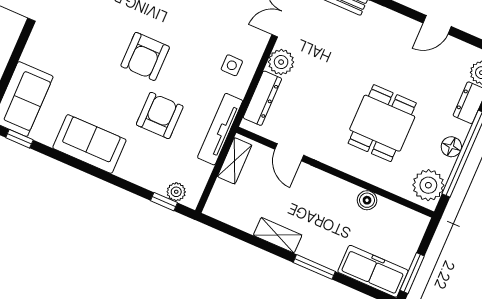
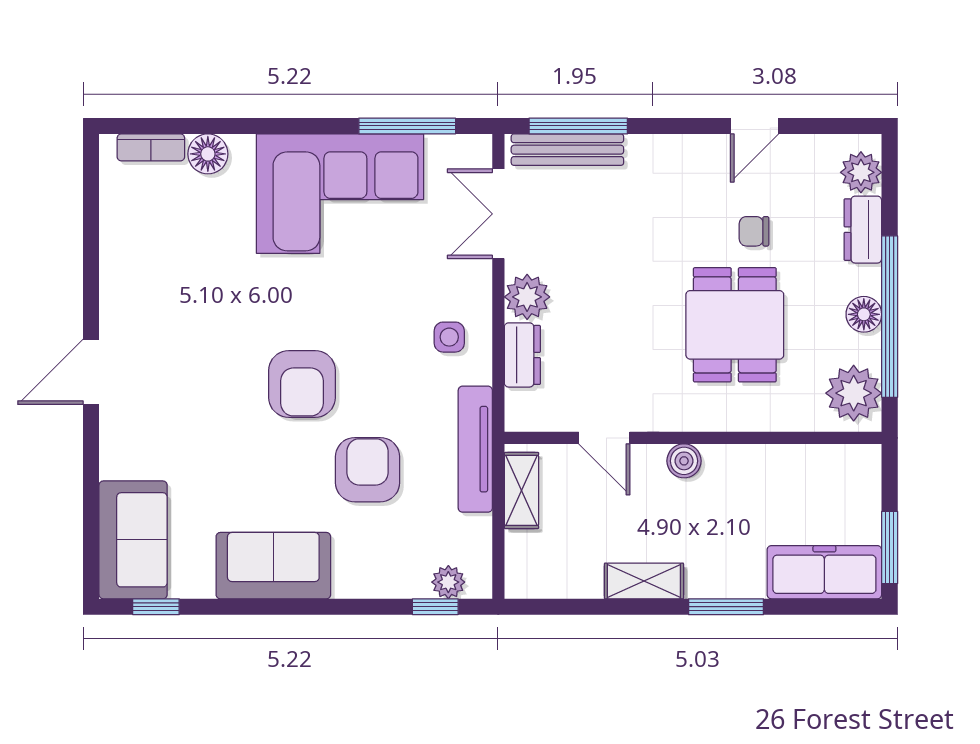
chair: (413, 79) -> (754, 231), added
dresser: (262, 98) -> (522, 355), width x0.70
boiler: (367, 200) -> (684, 461), moved

